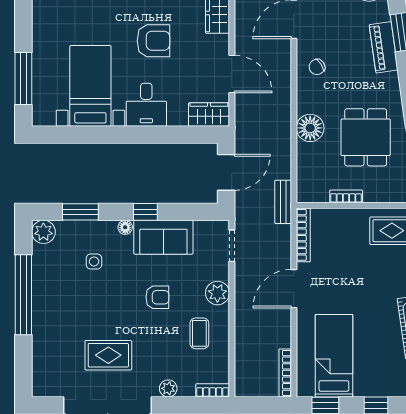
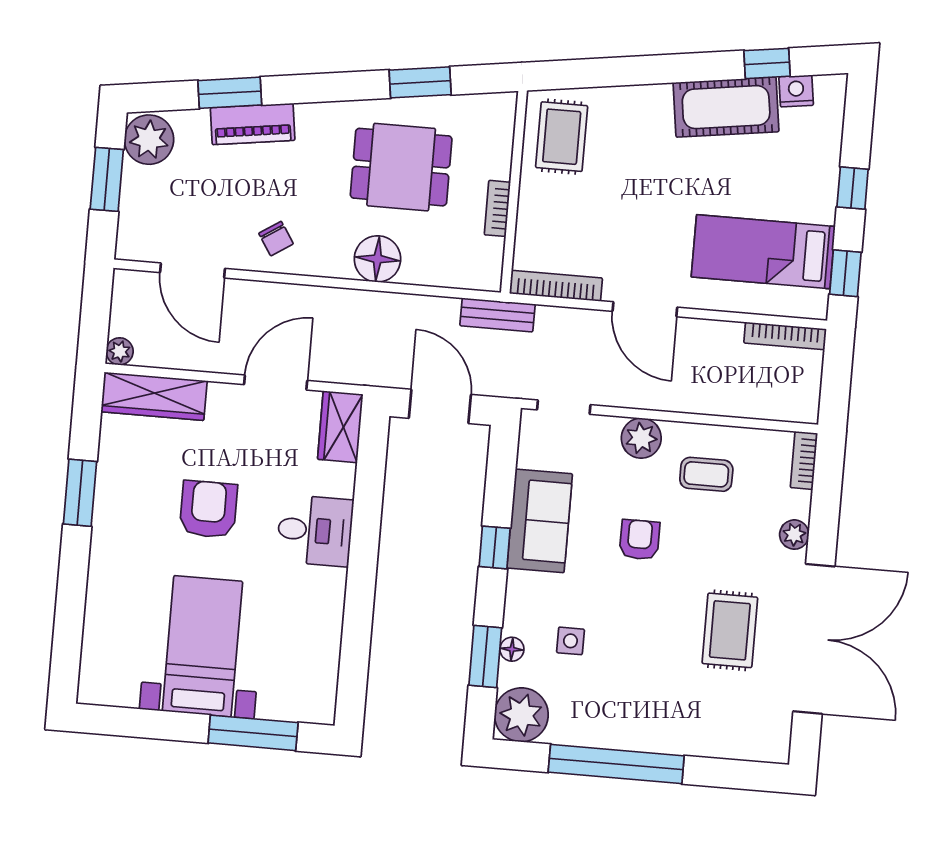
bed with nightstands: (90, 86) -> (202, 646), moved, turned 90
floor lamp: (125, 227) -> (512, 649), moved
plant: (43, 232) -> (521, 715), width x1.36, depth x1.36

